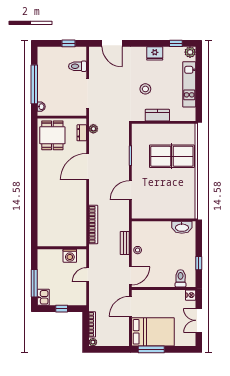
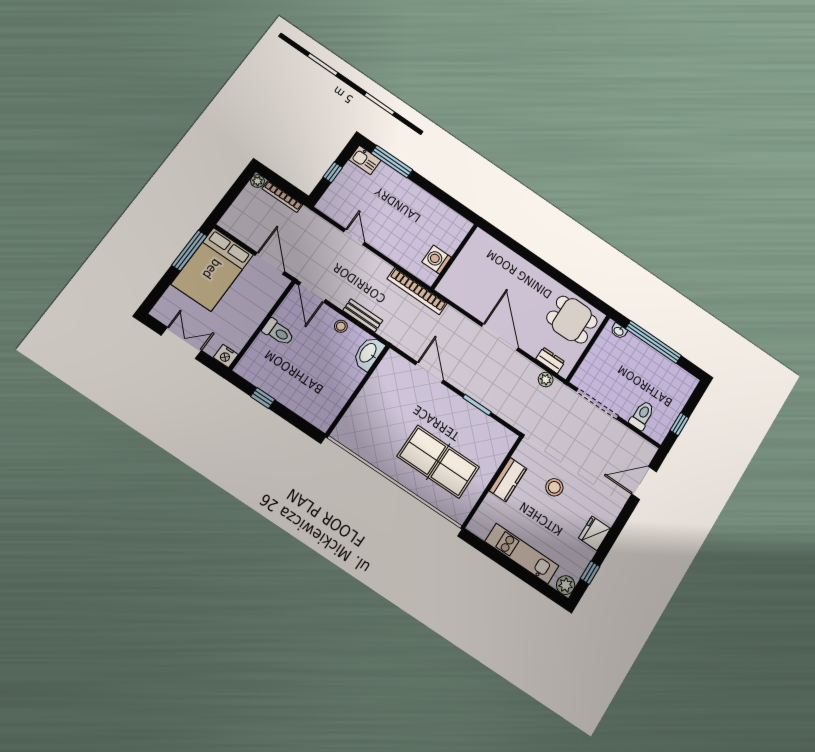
table tennis table: (172, 156) -> (438, 462), turned 90
washbasin: (182, 227) -> (368, 353), moved
wall: (62, 248) -> (454, 257), moved
washing machine: (70, 256) -> (437, 260), moved
toilet: (181, 278) -> (278, 332), moved

